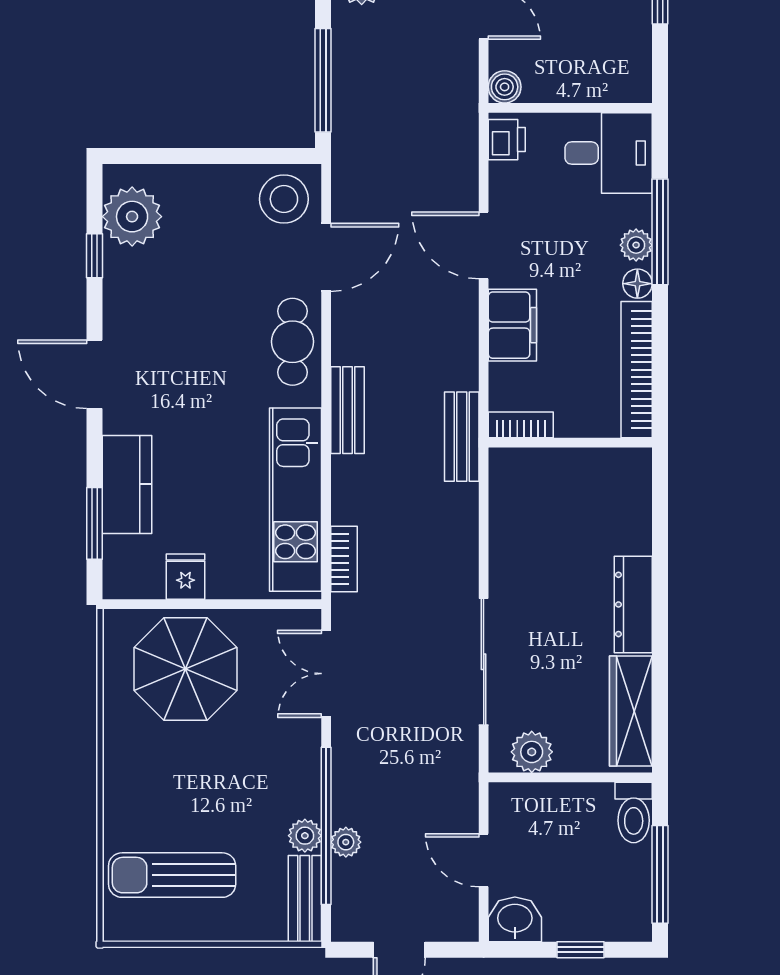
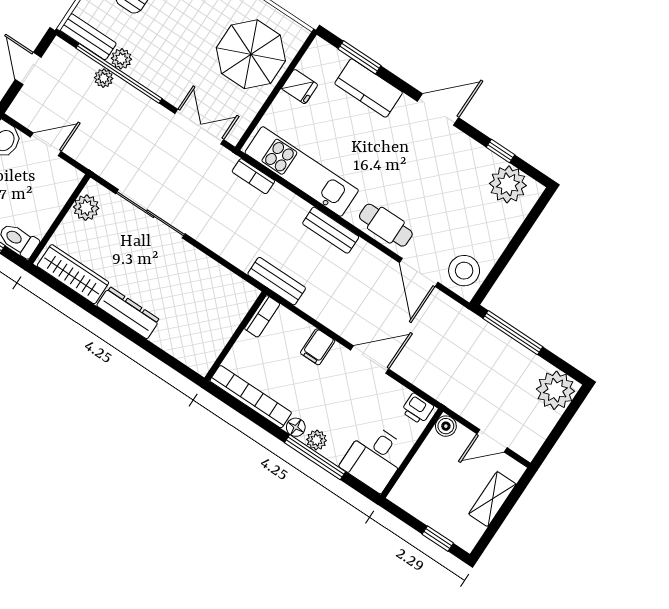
filing cabinet: (512, 325) -> (318, 347), width x0.50

